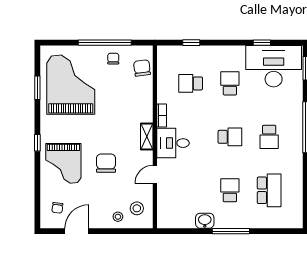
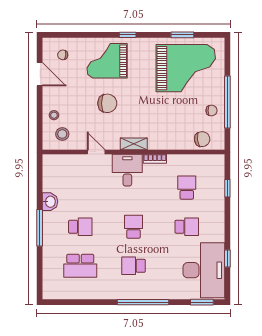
school desk: (230, 137) -> (134, 227), turned 180

